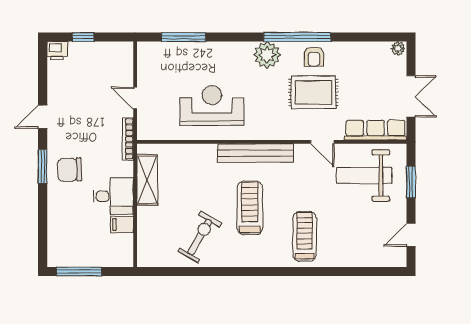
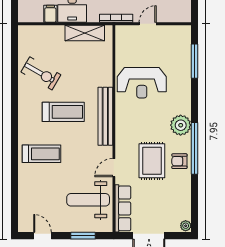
reception desk: (212, 106) -> (142, 83), turned 90
weight bench: (364, 176) -> (88, 200), turned -90

